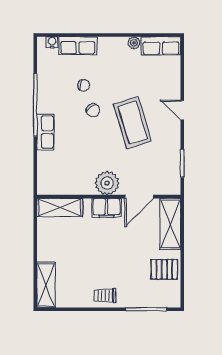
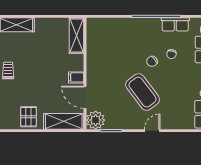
coffee table: (133, 123) -> (143, 92), turned 70
row of seats: (45, 132) -> (175, 24), moved
plant: (107, 183) -> (96, 120), moved
filing cabinet: (106, 208) -> (76, 77), width x0.50

